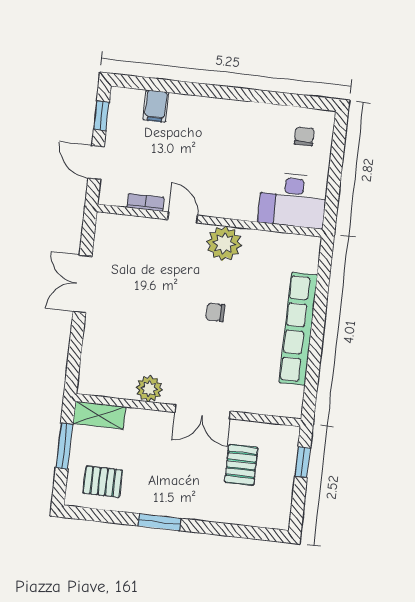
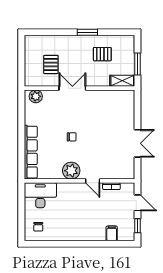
row of seats: (298, 329) -> (31, 152), moved
plant: (149, 389) -> (36, 96), moved
window: (303, 462) -> (21, 69), removed
pallet: (103, 482) -> (102, 54), moved

